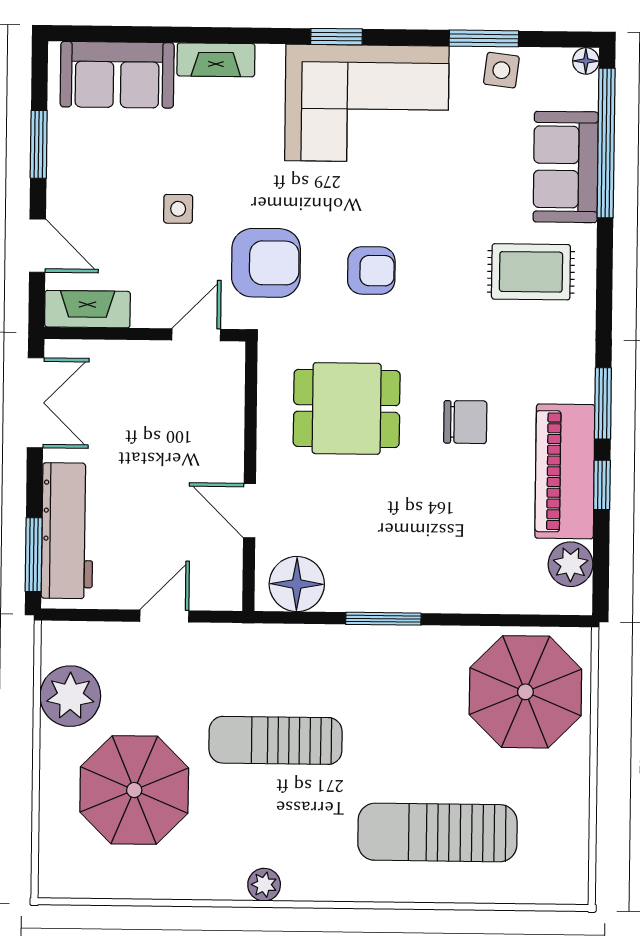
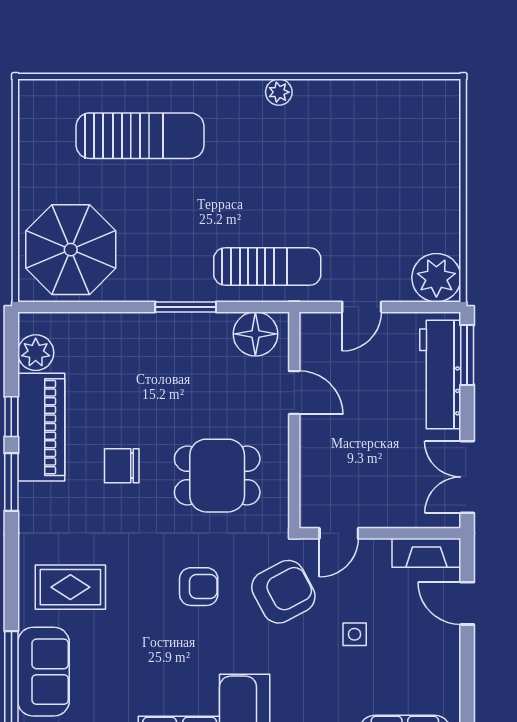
window: (39, 144) -> (467, 685), removed
armchair: (266, 263) -> (283, 592), turned 152
armchair: (371, 271) -> (199, 587), turned 180
plant: (70, 696) -> (436, 278), moved
sun lounger: (276, 740) -> (267, 266), moved
parasol: (134, 790) -> (384, 167), removed

